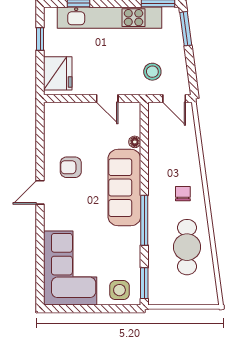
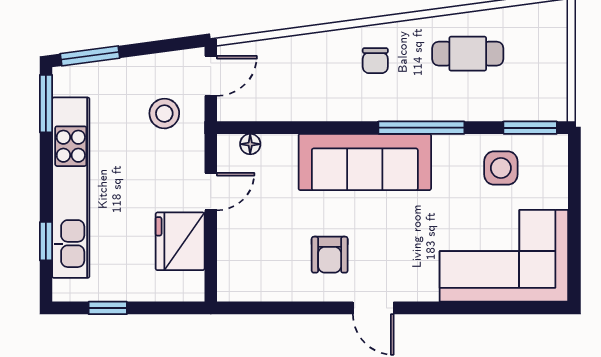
fridge: (58, 73) -> (180, 241), moved, turned -90
floor lamp: (135, 142) -> (250, 144), moved
chair: (183, 194) -> (375, 61), turned -90
cafe table: (187, 247) -> (468, 54), width x0.73, depth x0.74
side table: (119, 290) -> (501, 168), moved

